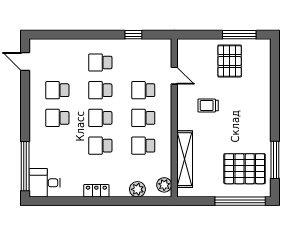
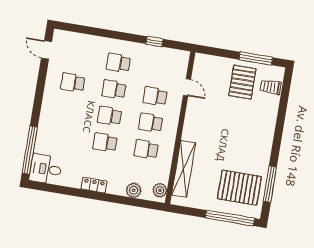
trolley: (208, 105) -> (271, 87), moved
school desk: (57, 118) -> (68, 109), removed

